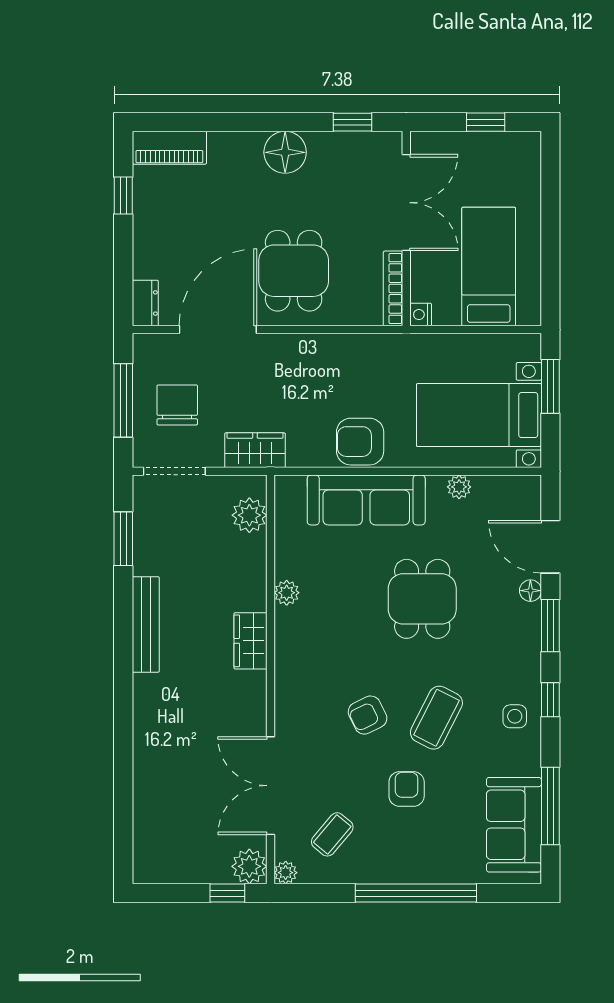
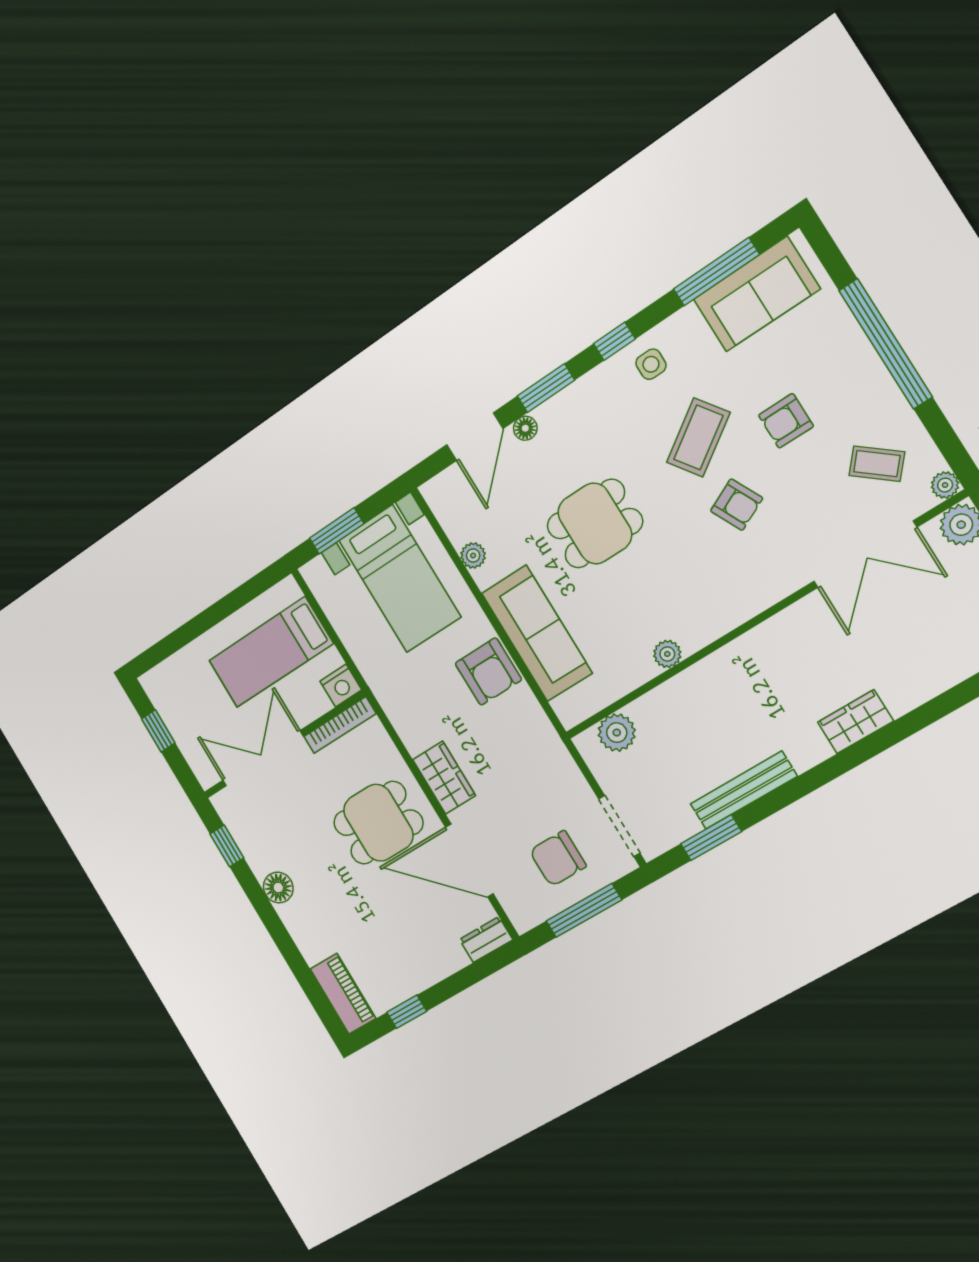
floor lamp: (285, 152) -> (278, 888), width x0.73, depth x0.73
nightstand: (421, 315) -> (341, 686), width x1.39, depth x1.35
wardrobe: (255, 450) -> (444, 778), moved, turned 180
bench: (146, 624) -> (744, 790), moved
wardrobe: (250, 641) -> (855, 722), moved, turned 180
coffee table: (436, 718) -> (698, 437), turned -62

